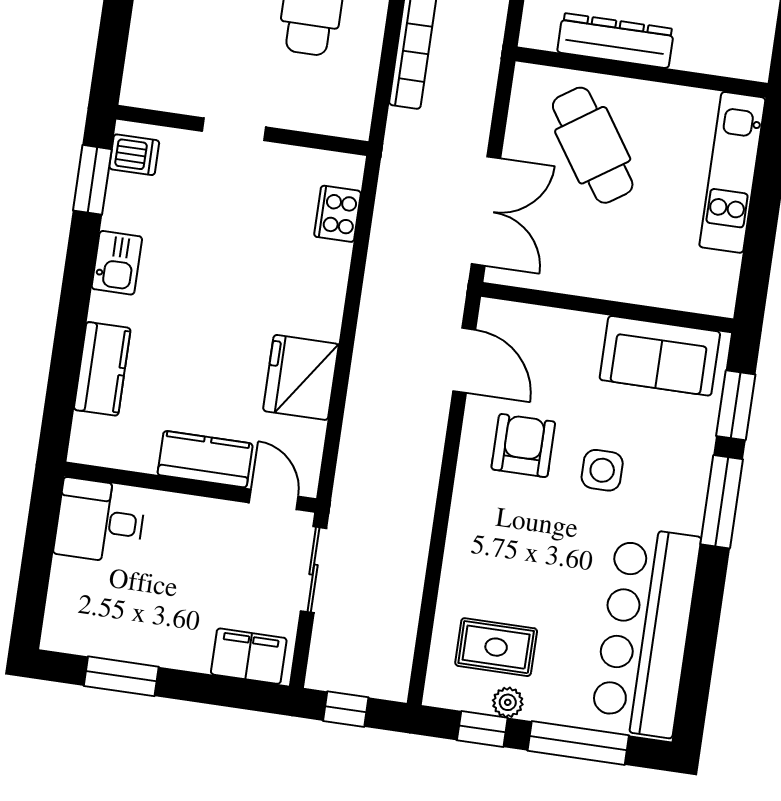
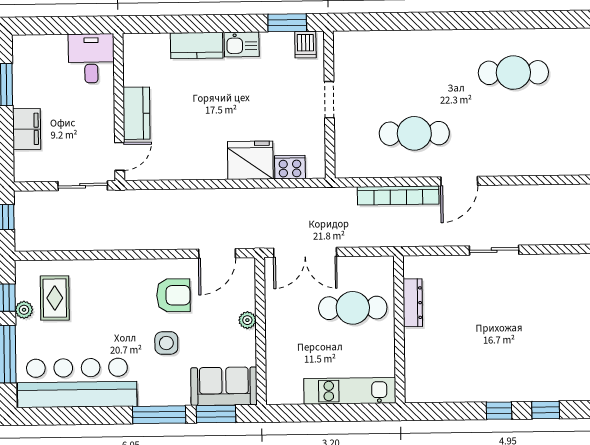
dresser: (616, 41) -> (413, 303), width x0.73, depth x0.80
cafe table: (593, 145) -> (353, 308), turned 34
plant: (585, 327) -> (247, 320), added
sofa: (660, 356) -> (224, 386), moved, turned 90
kitchen counter: (102, 369) -> (197, 45), moved
fridge: (301, 377) -> (250, 160), moved
filing cabinet: (249, 656) -> (27, 129), moved

